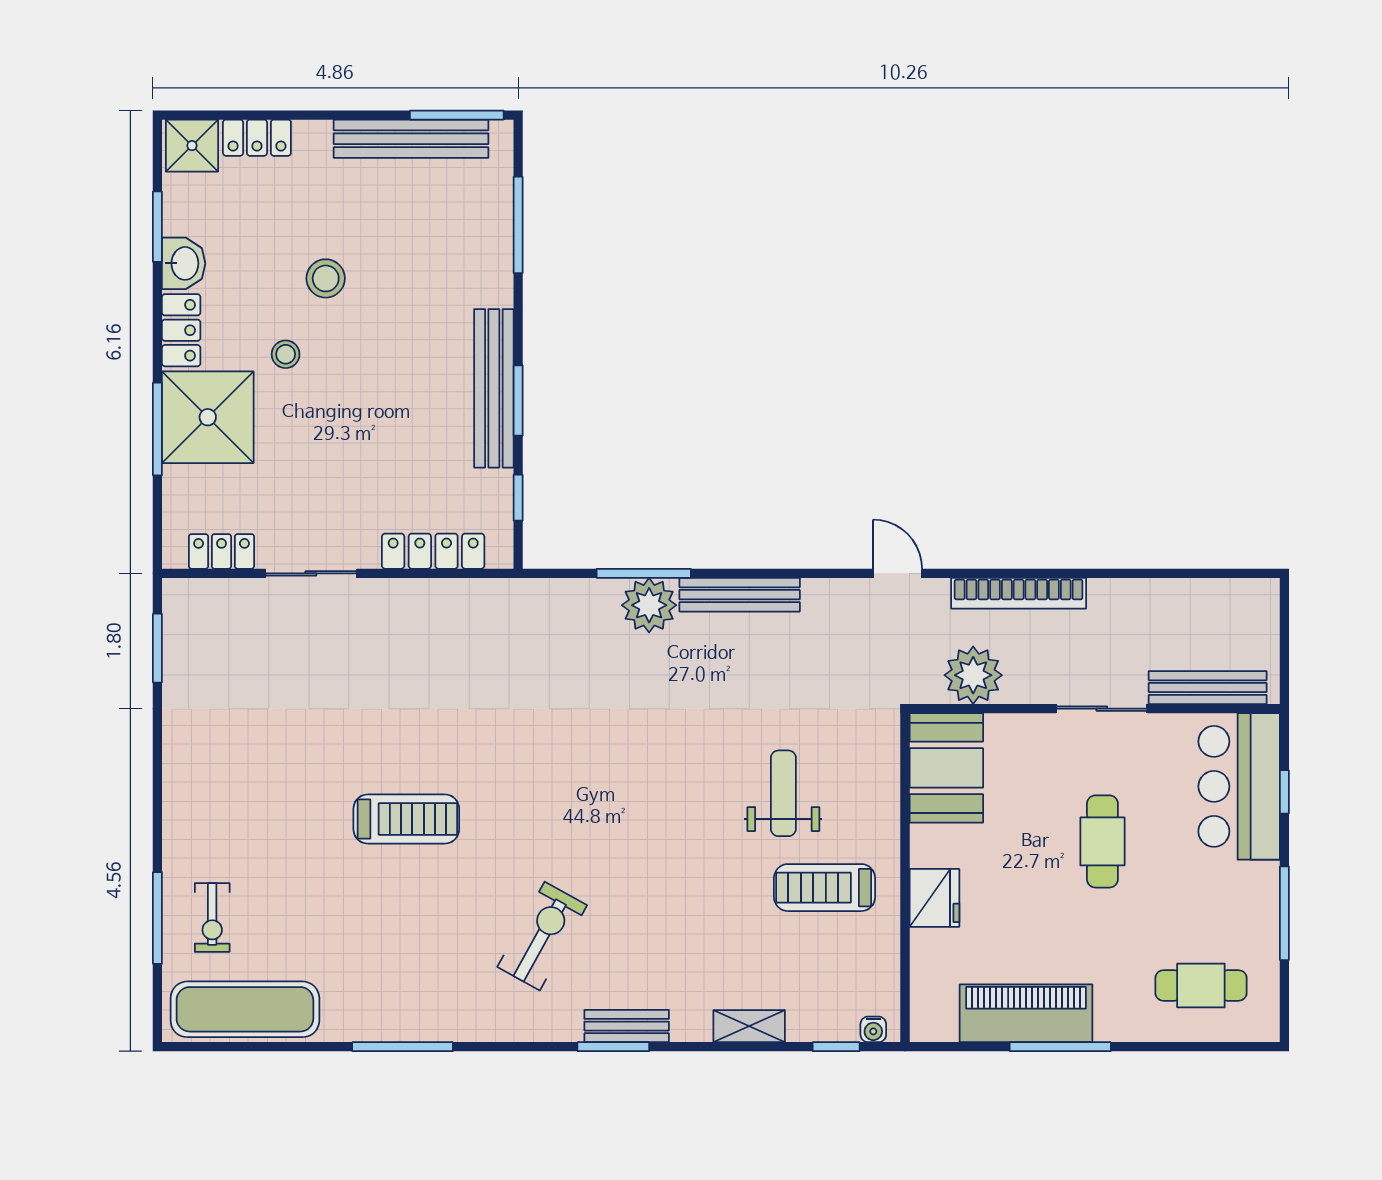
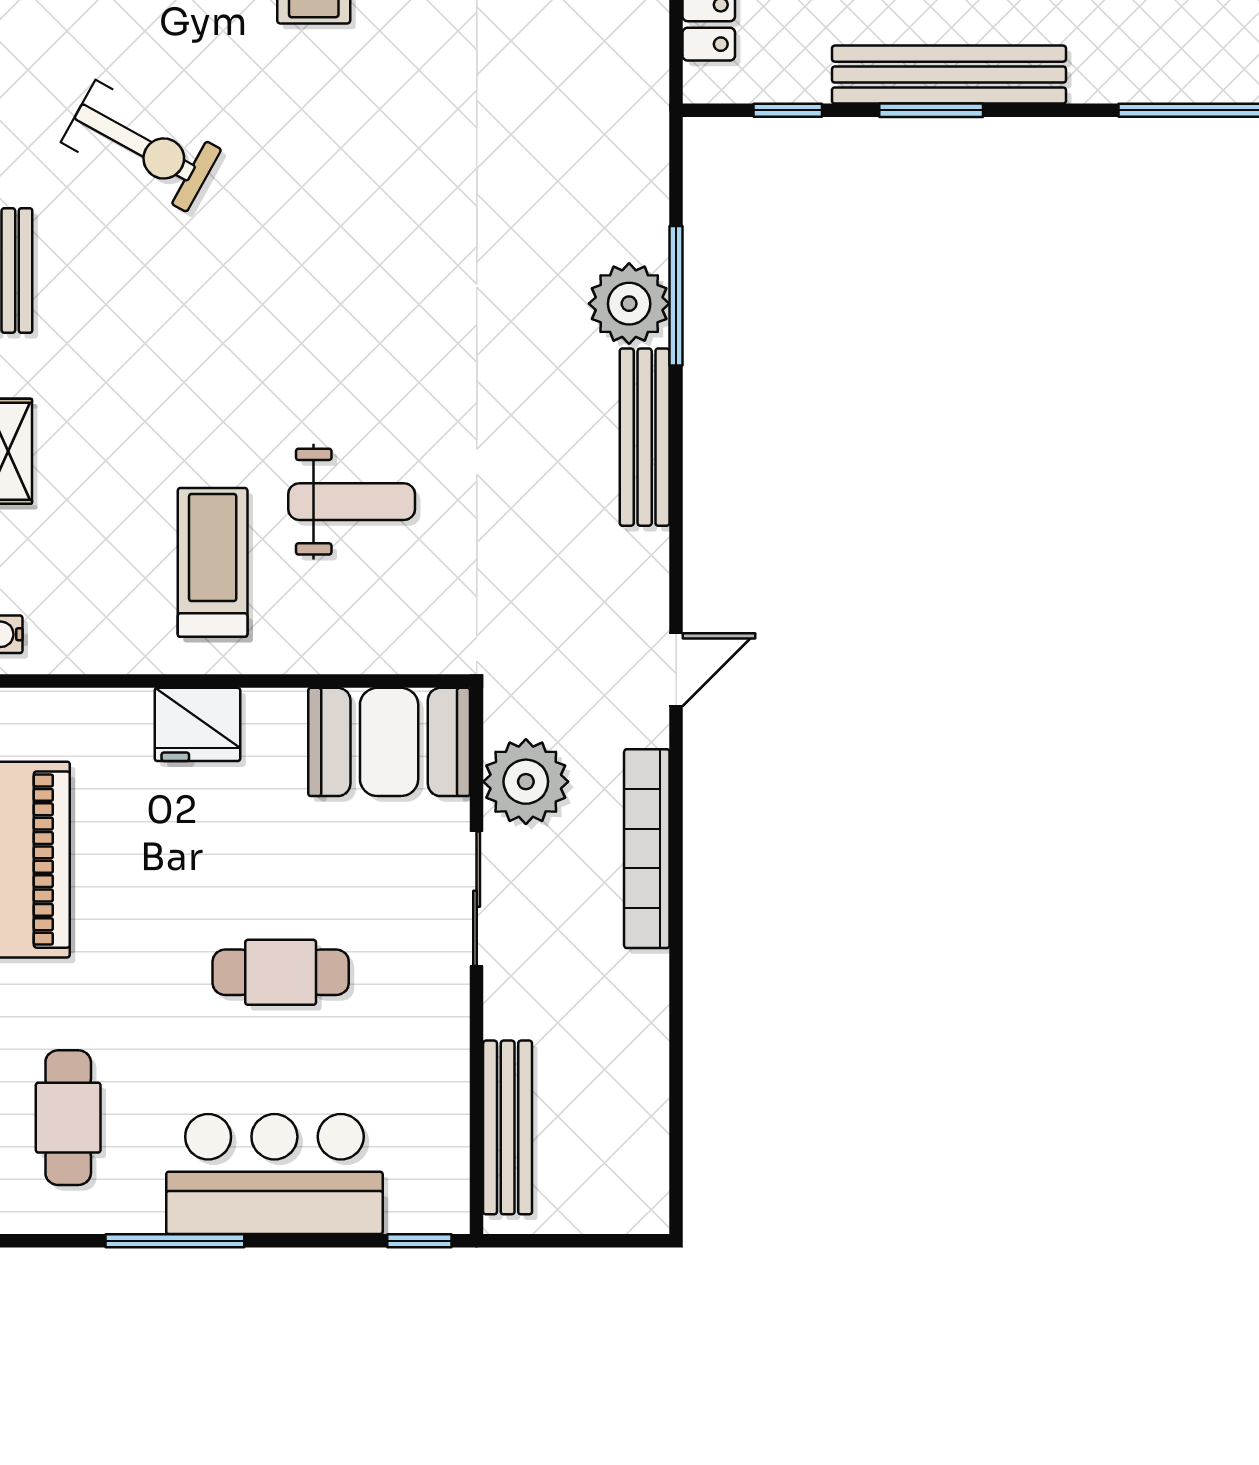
sliding door: (1102, 709) -> (477, 899), moved
bar counter: (1239, 786) -> (274, 1174), moved
window: (1284, 792) -> (419, 1241), moved

